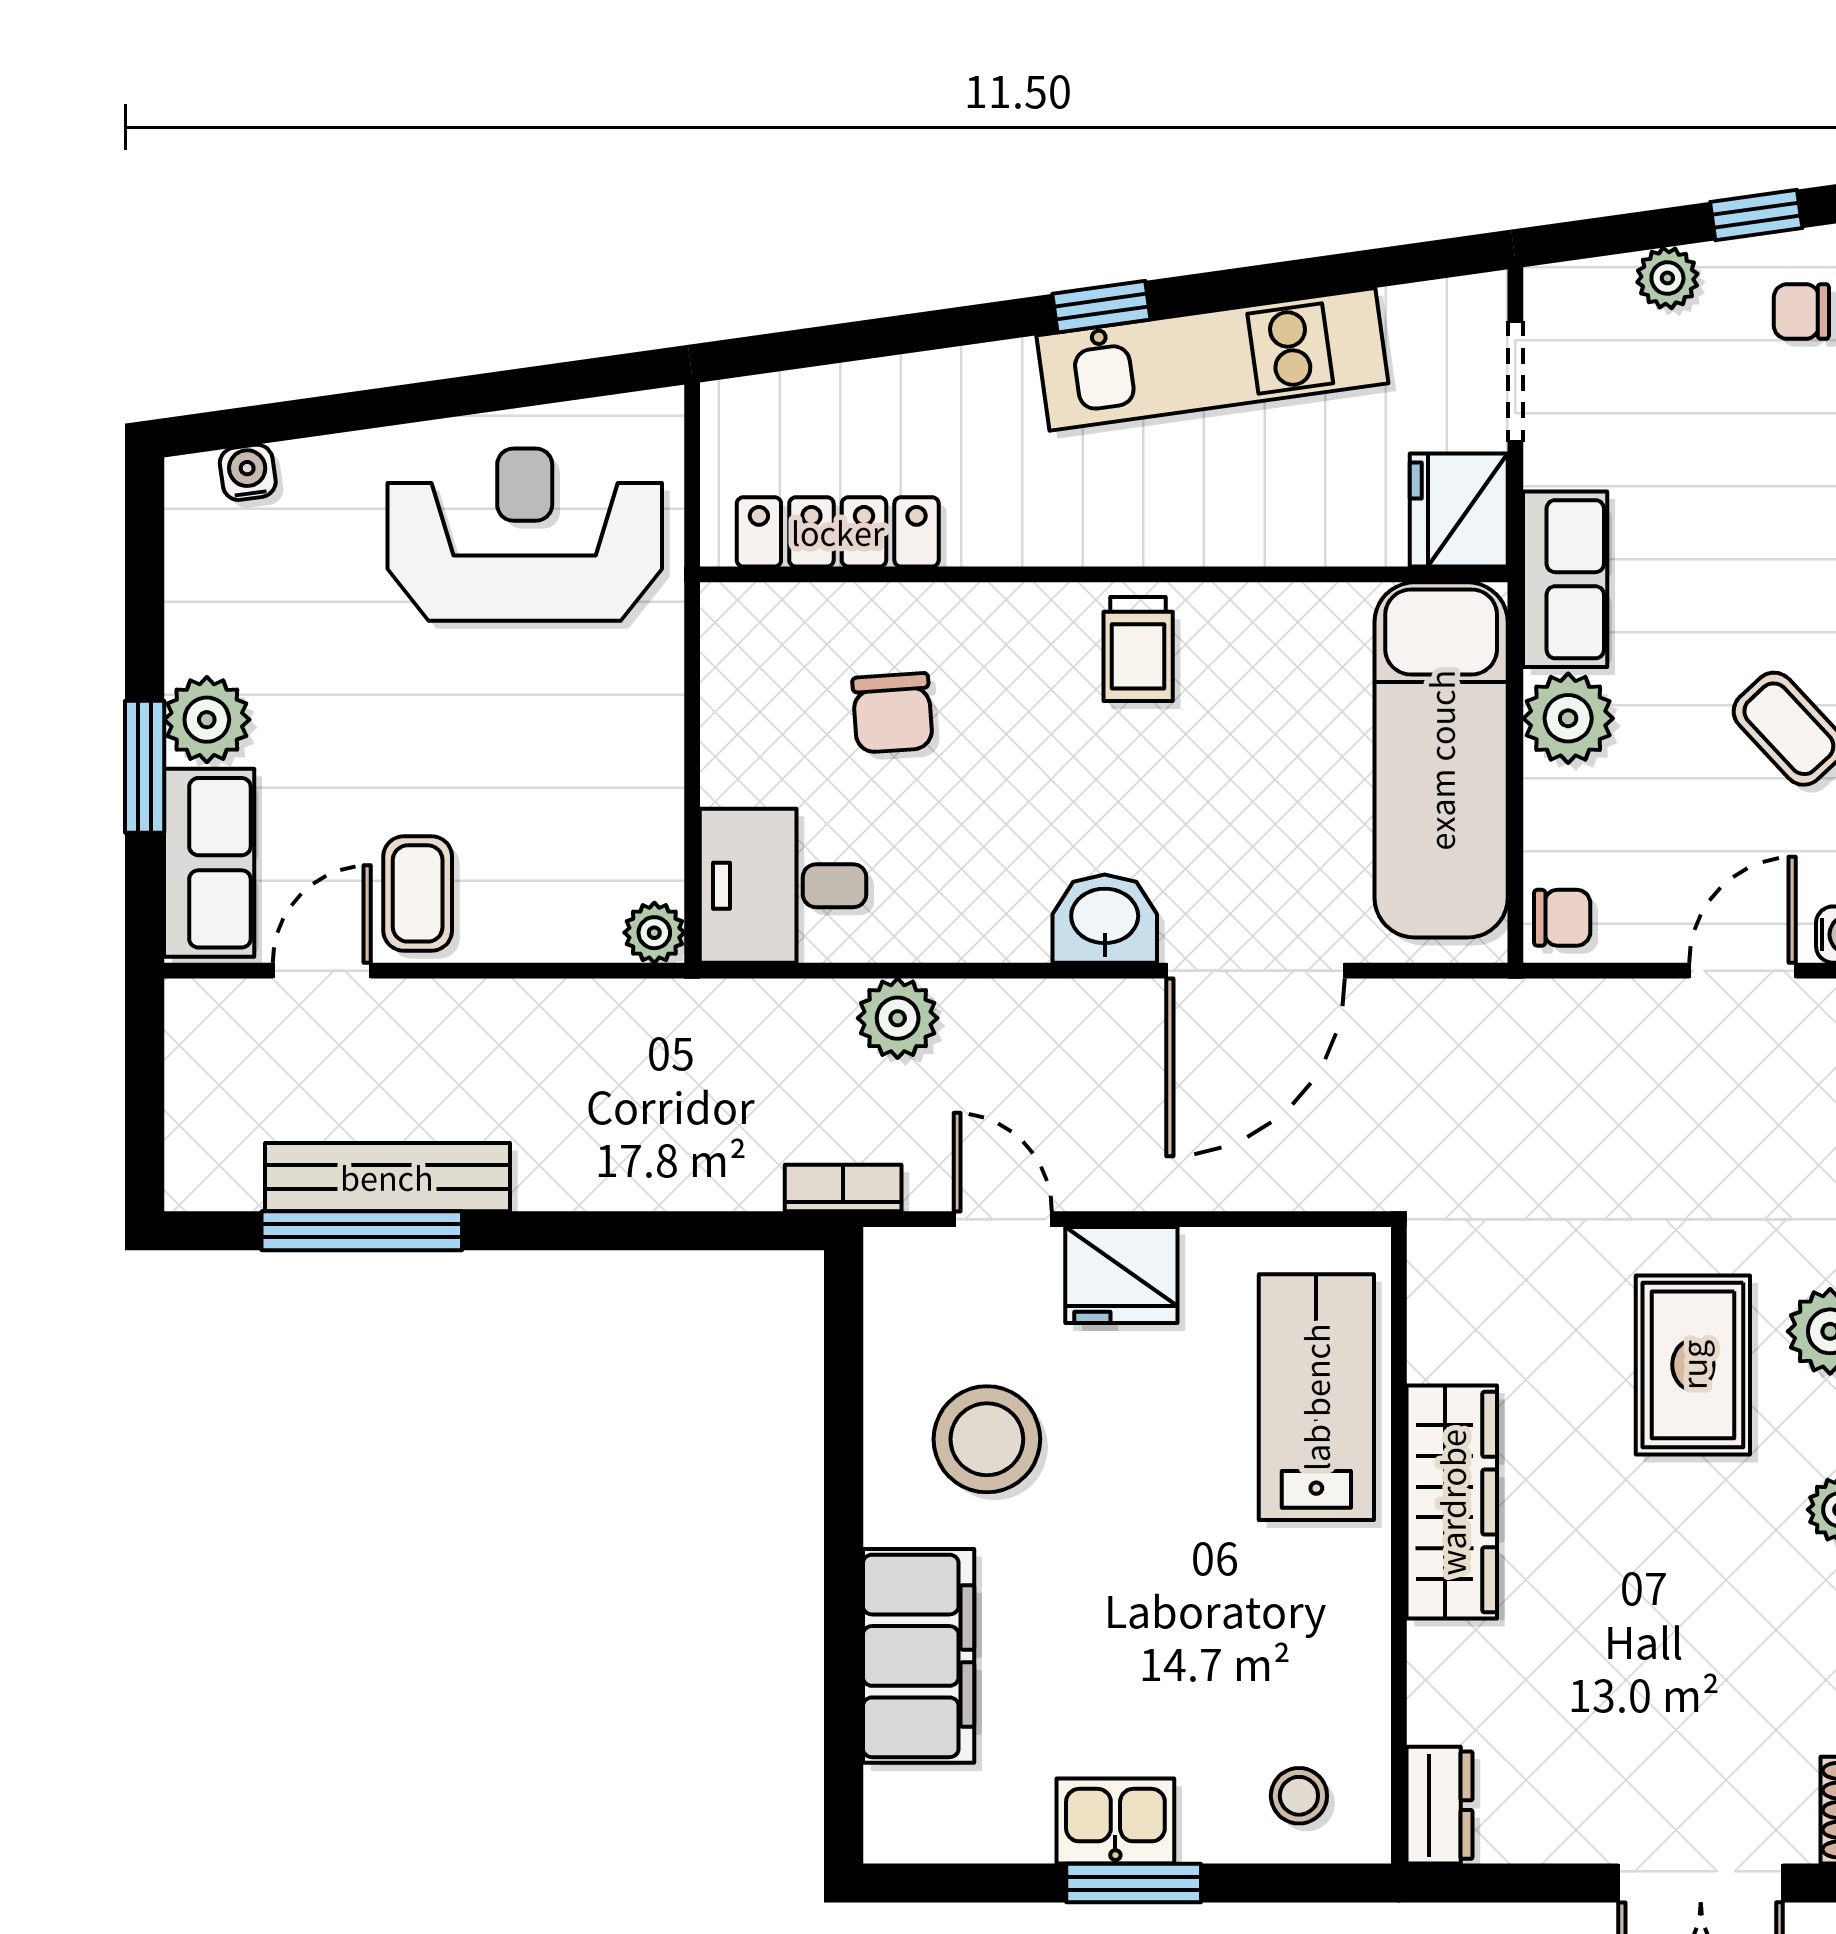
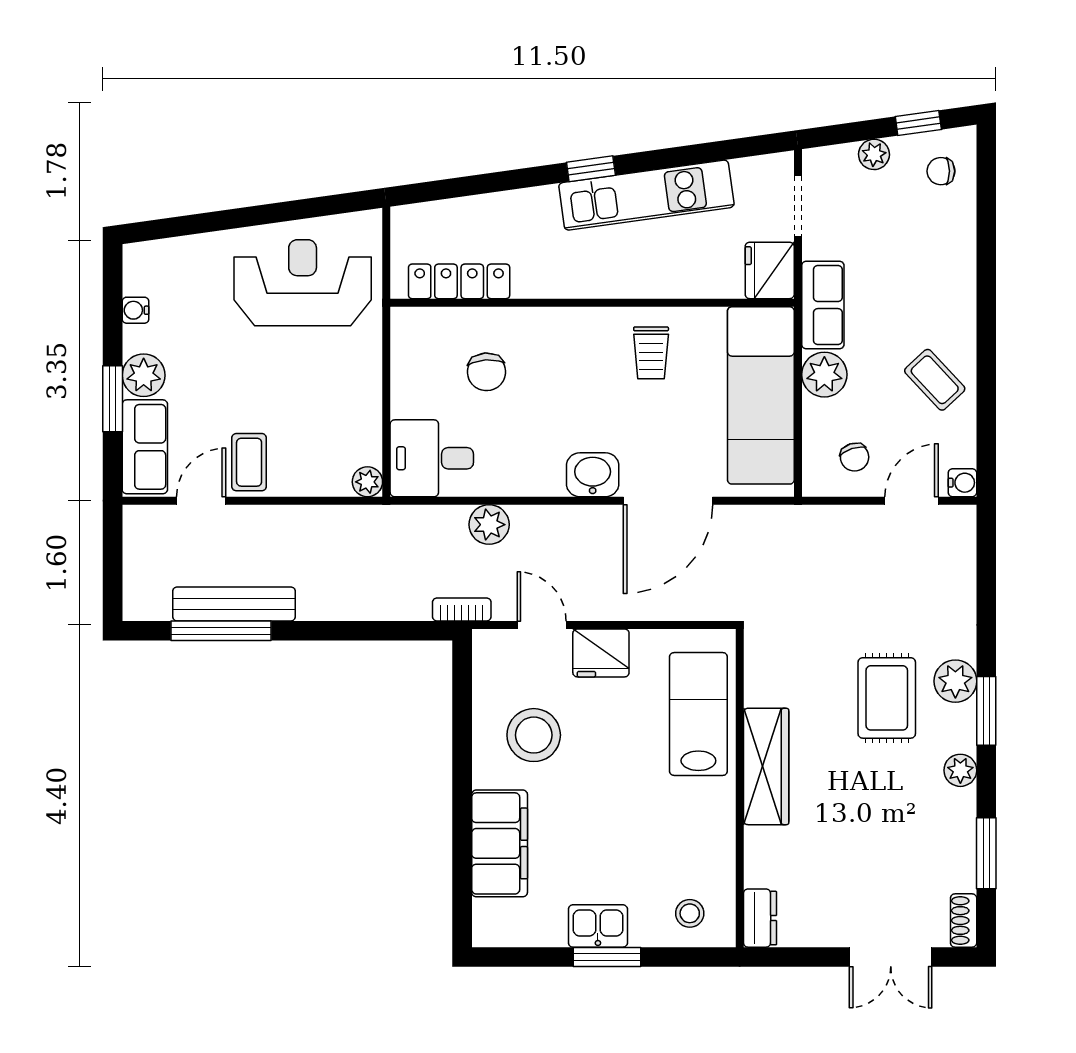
water cooler: (248, 472) -> (135, 310), moved, turned -82
trolley: (1138, 649) -> (651, 353), moved
chair: (1562, 918) -> (855, 457), moved, turned 72

